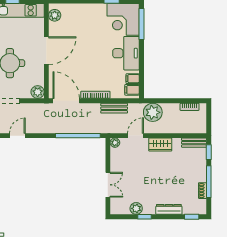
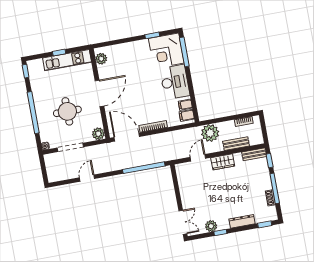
bench: (114, 108) -> (236, 144), moved
plant: (115, 143) -> (180, 168), removed
double door: (108, 185) -> (183, 222), moved

